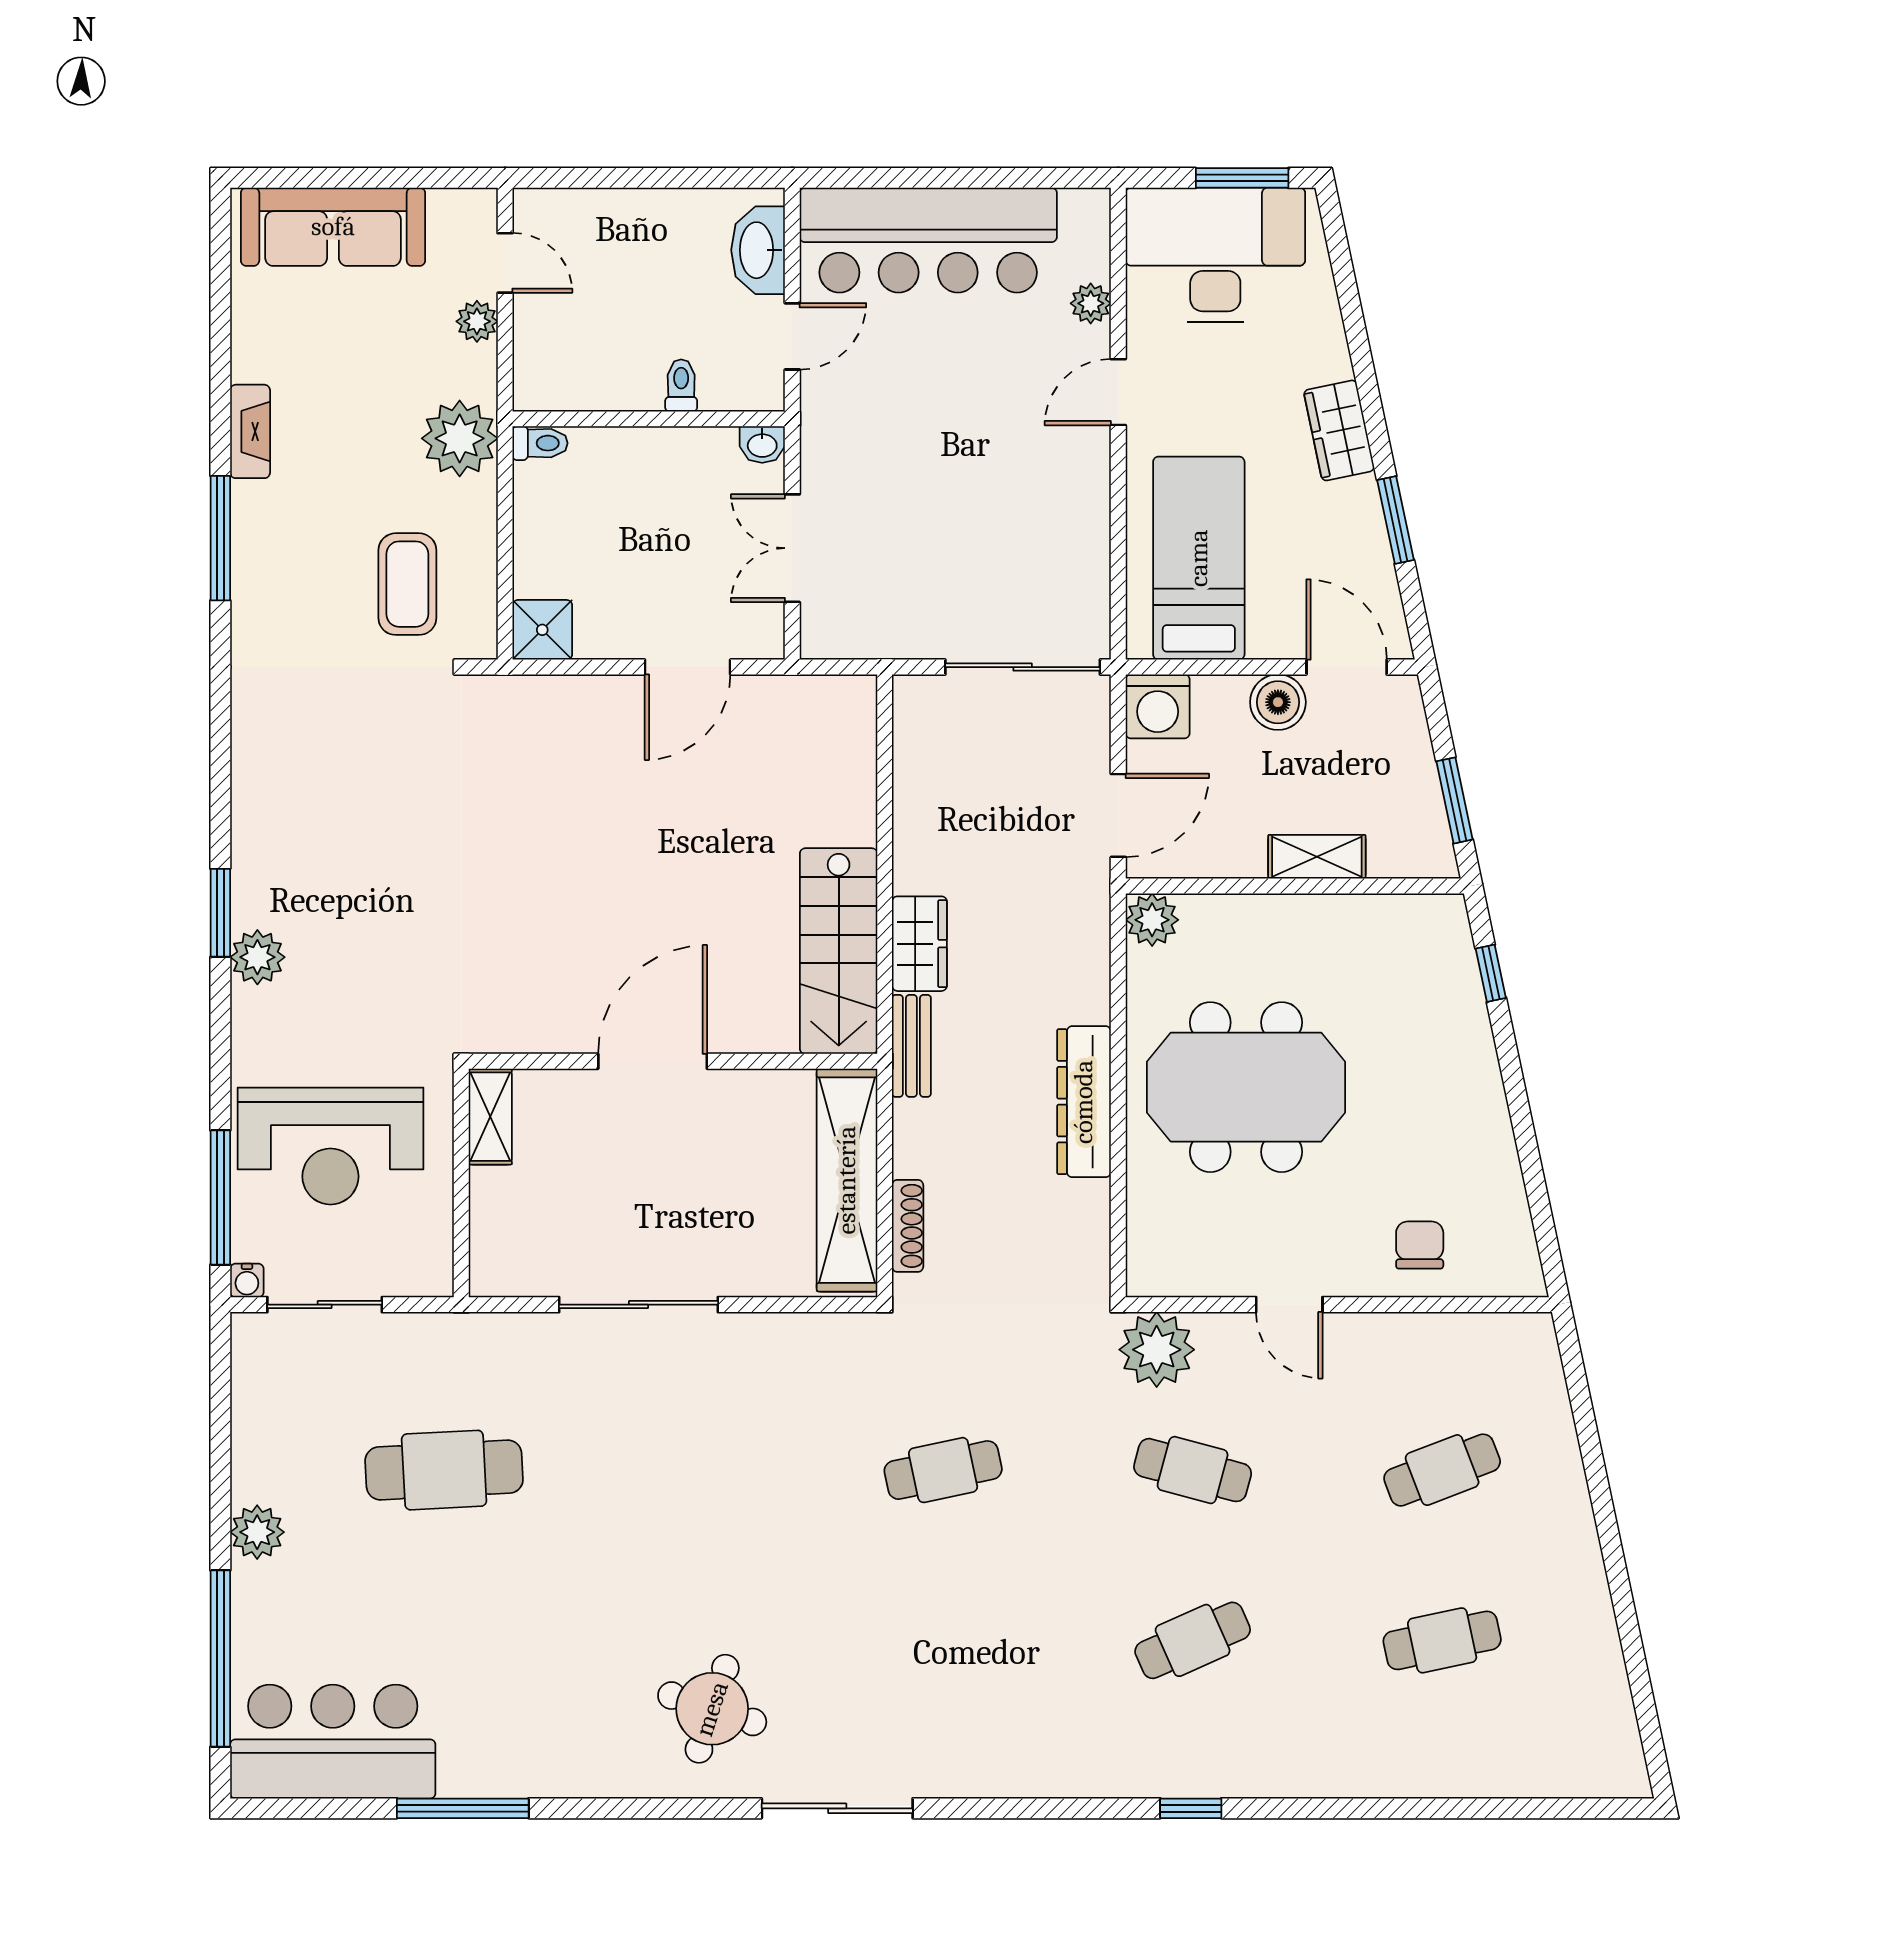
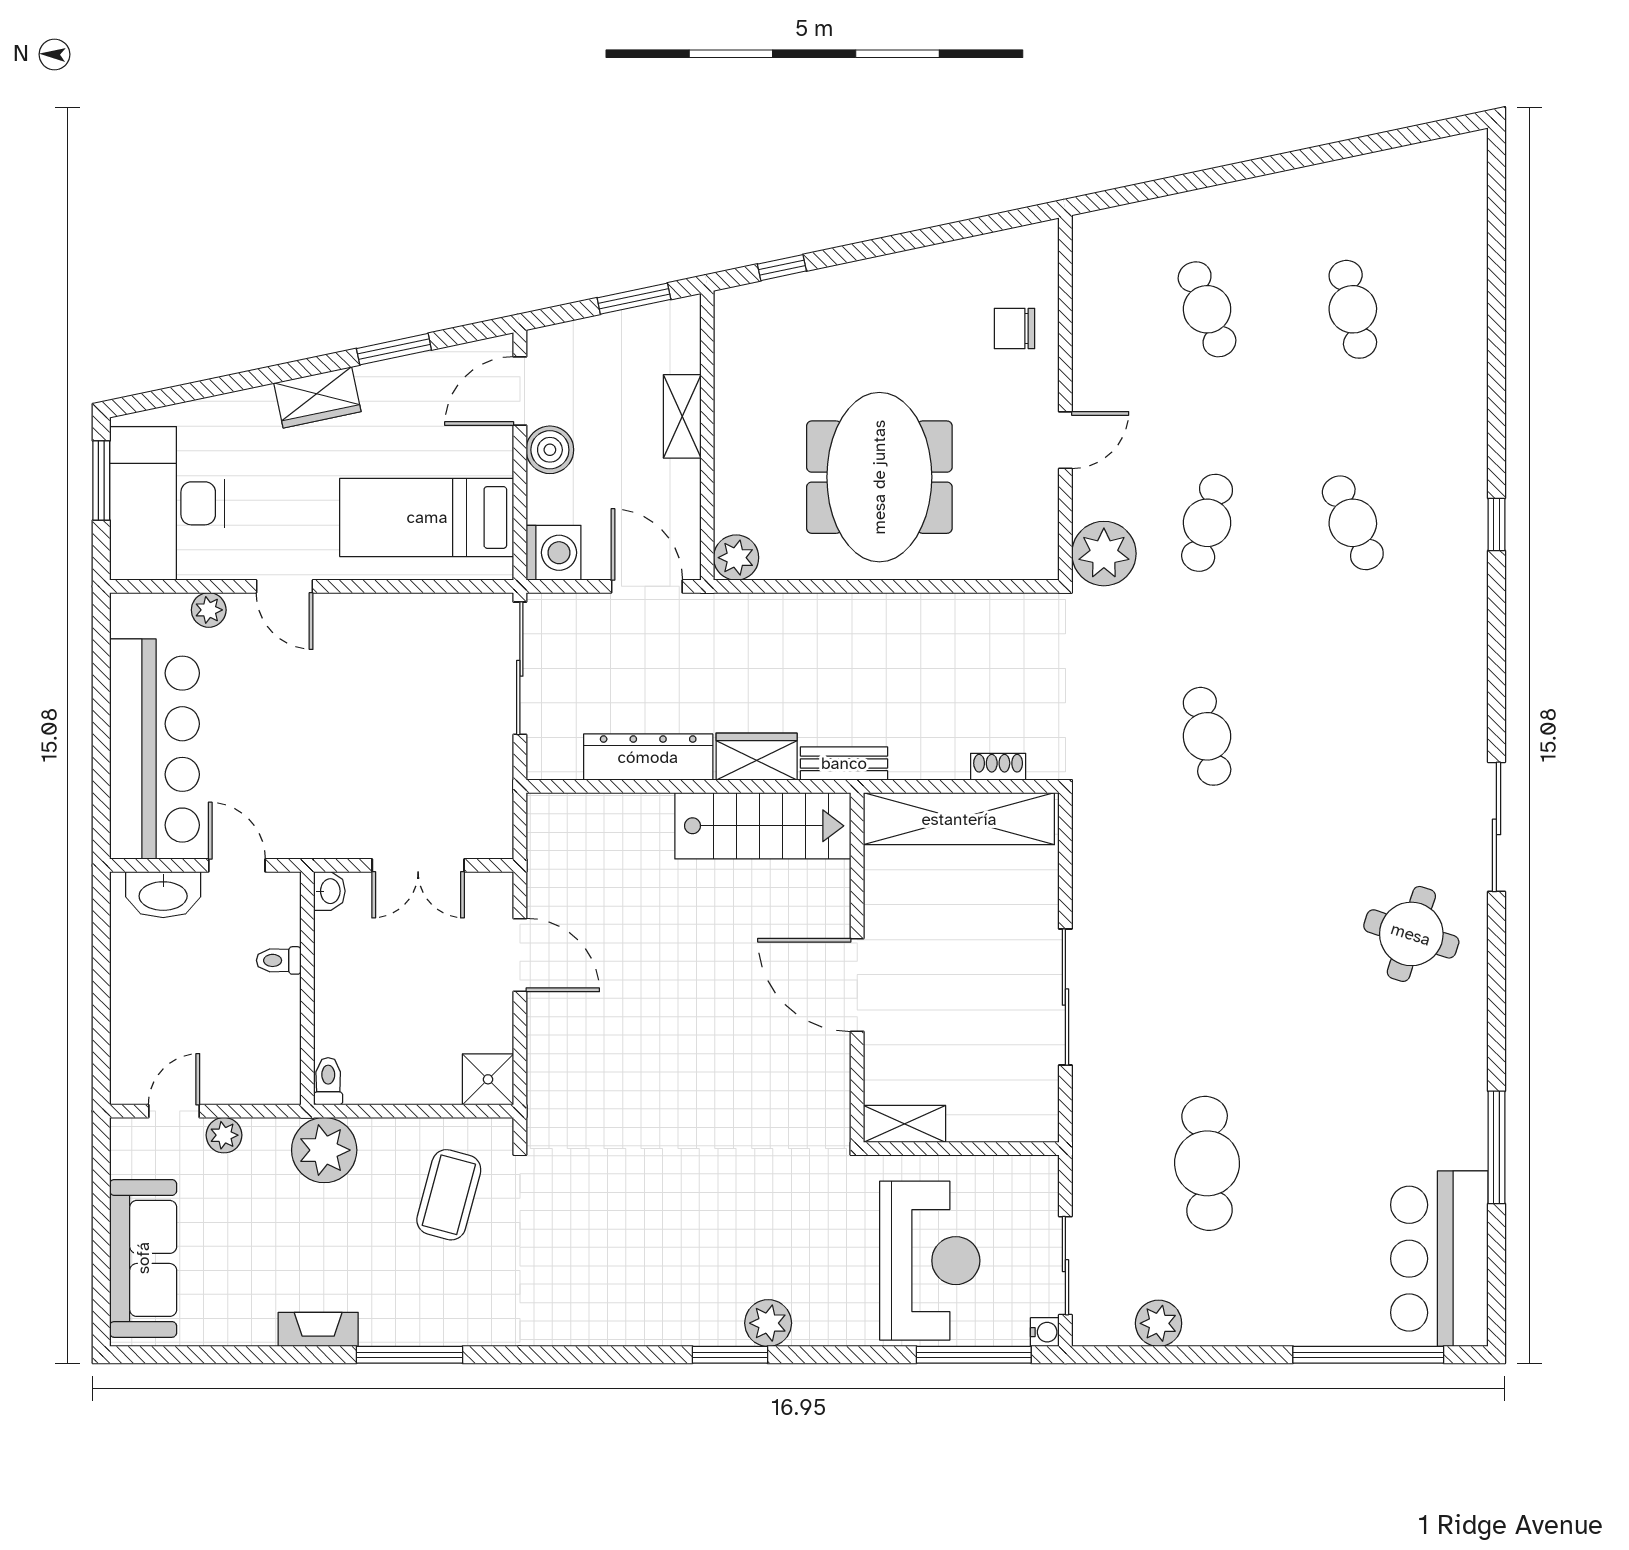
coffee table: (407, 584) -> (449, 1195), turned -75
dresser: (1084, 1102) -> (648, 757), moved, turned 180
shoe rack: (908, 1226) -> (998, 767), width x0.70
plant: (257, 1532) -> (1159, 1323), moved

